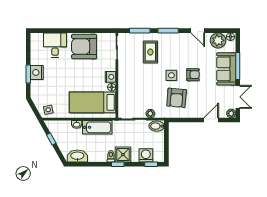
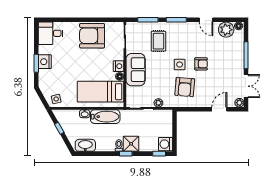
desk: (55, 45) -> (51, 33), moved, turned -90
sofa: (226, 69) -> (136, 70), moved, turned 180
bidet: (157, 126) -> (165, 115), removed
washing machine: (146, 155) -> (165, 144), moved, turned -90

